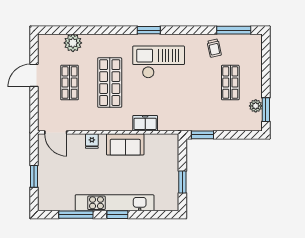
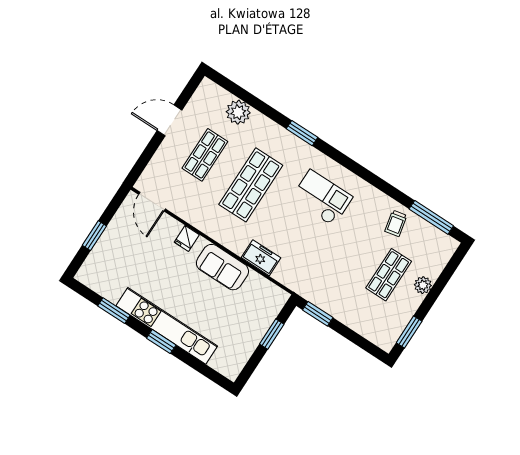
window: (149, 30) -> (302, 133), moved
checkout: (159, 62) -> (322, 198), width x0.73, depth x0.83
plant: (256, 106) -> (423, 285), moved
window: (182, 182) -> (272, 334), moved
window: (76, 215) -> (114, 311), width x0.69

